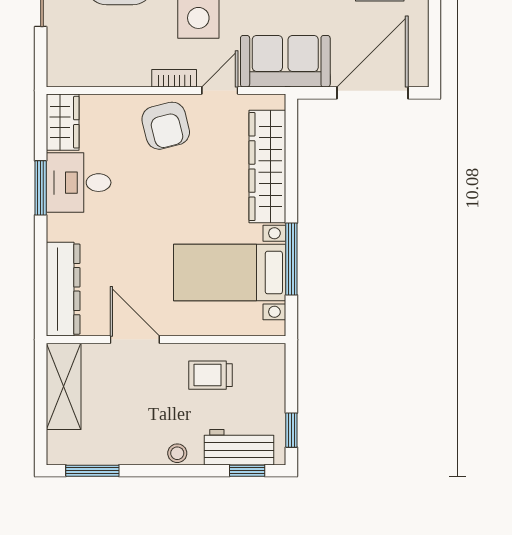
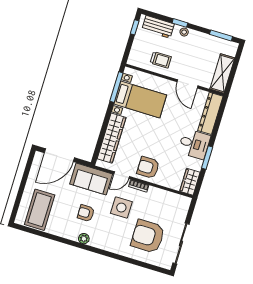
armchair: (166, 126) -> (148, 167), turned -76
desk: (79, 183) -> (194, 144), moved
window: (291, 259) -> (116, 87), moved
window: (247, 471) -> (180, 23), moved

